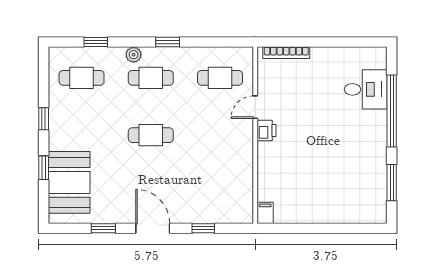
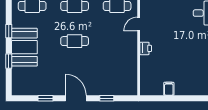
printer: (266, 131) -> (146, 48), moved
booth: (69, 182) -> (24, 47), moved
filing cabinet: (265, 213) -> (169, 89), moved

